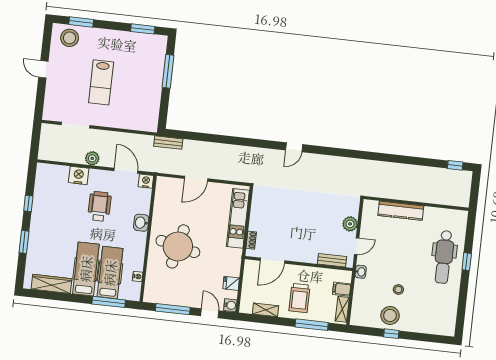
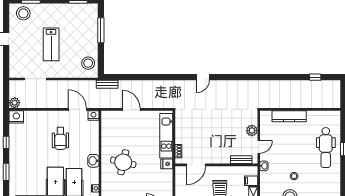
stool: (147, 112) -> (88, 63), added
plant: (92, 158) -> (15, 103), moved
window: (455, 165) -> (315, 77), moved
nightstand: (79, 175) -> (16, 117), moved
door: (196, 179) -> (131, 109), swing flipped
wheelchair: (99, 206) -> (60, 139), turned 180
washbasin: (141, 223) -> (93, 161), moved
round table: (178, 246) -> (123, 162), width x0.73, depth x0.73
fridge: (231, 283) -> (167, 164), moved

